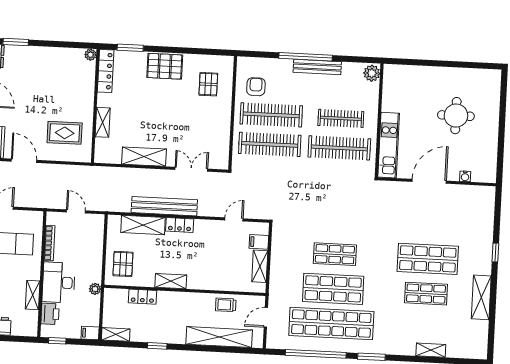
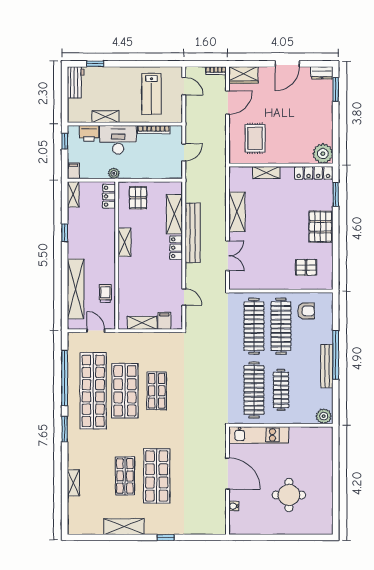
plant: (90, 55) -> (323, 154), width x1.88, depth x1.88
pallet: (123, 264) -> (138, 198), turned 90
locker: (142, 297) -> (109, 196), moved

